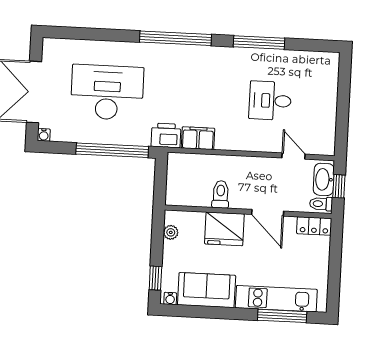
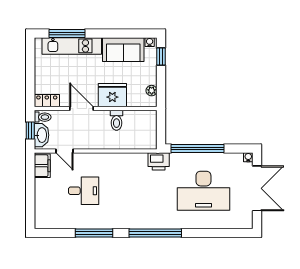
filing cabinet: (198, 138) -> (42, 166), moved, turned -90

